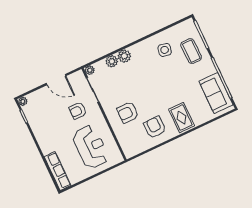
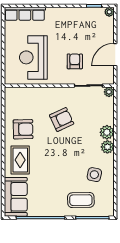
plant: (112, 61) -> (107, 147), moved
sofa: (216, 93) -> (16, 197), moved, turned 90
armchair: (128, 113) -> (62, 119), moved, turned 65
rug: (181, 118) -> (20, 160), turned 90
reception desk: (91, 147) -> (33, 57), turned 90

